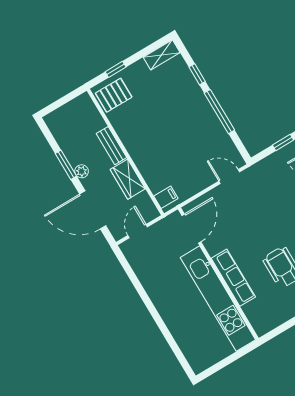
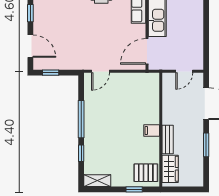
plant: (82, 171) -> (198, 134), removed
door: (229, 177) -> (100, 71), hinge flipped
wardrobe: (128, 179) -> (170, 169), moved
filing cabinet: (166, 197) -> (152, 131), moved

